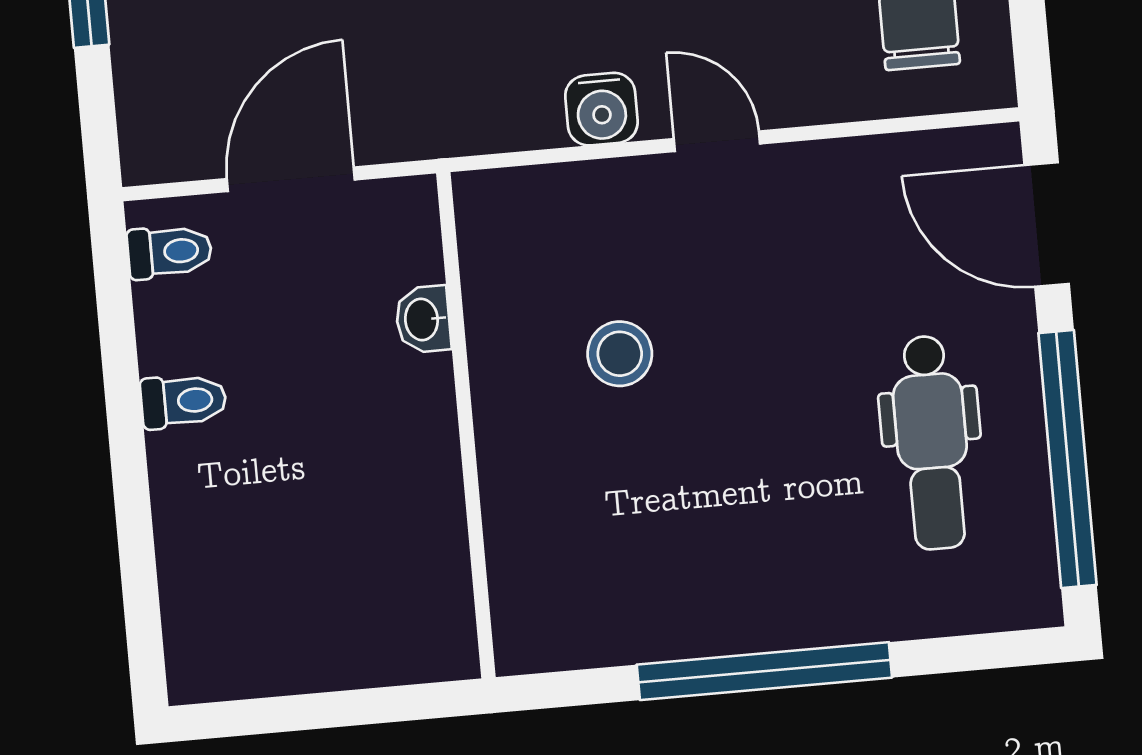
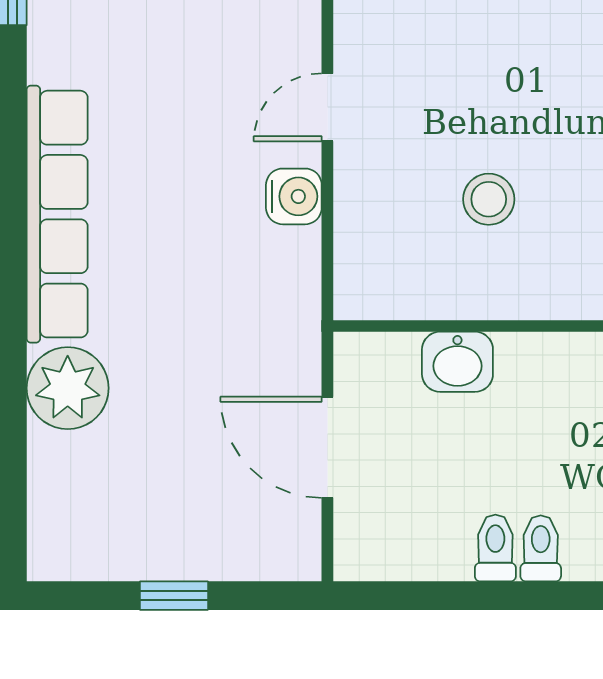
toilet: (170, 252) -> (541, 548), moved
washbasin: (423, 319) -> (457, 362), width x1.38, depth x1.45

